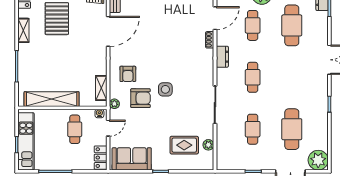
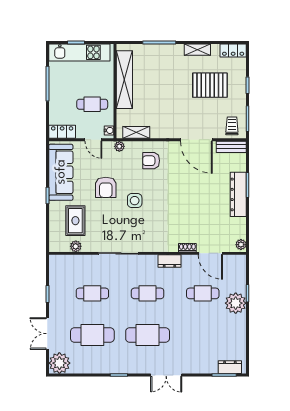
cafe table: (292, 25) -> (148, 335), moved
armchair: (140, 98) -> (106, 187), moved
sofa: (132, 159) -> (61, 172), width x1.36

